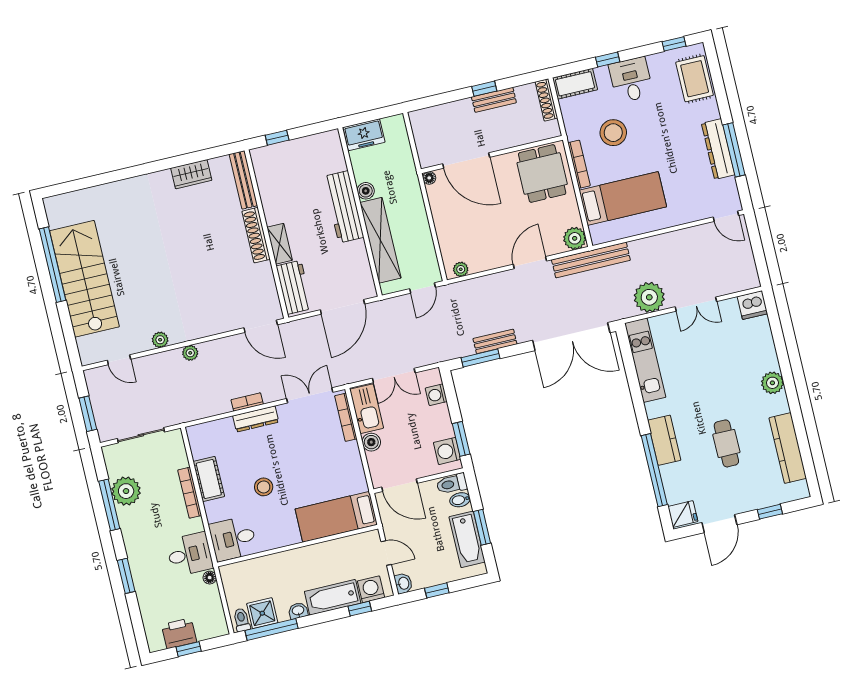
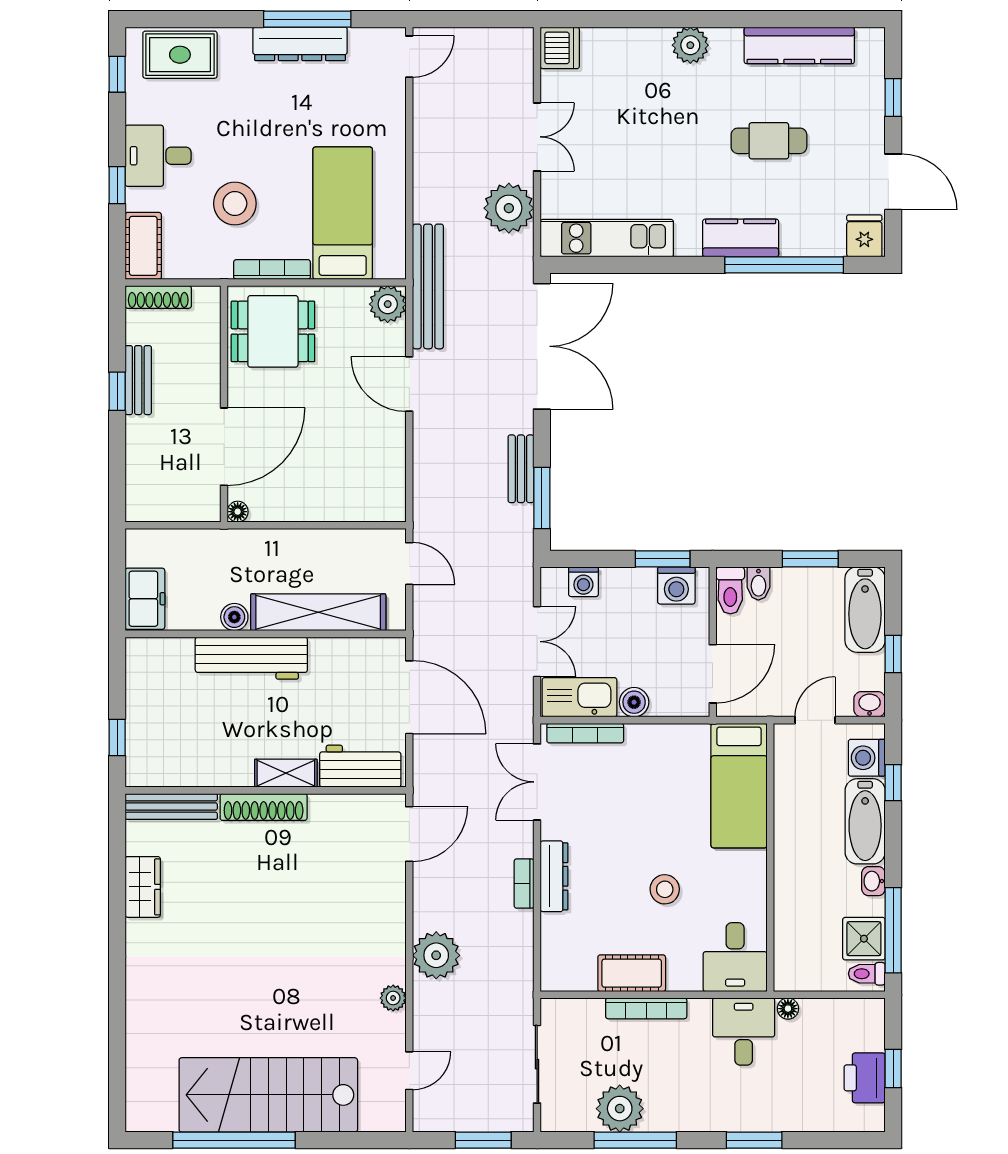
plant: (461, 269) -> (394, 496), removed
plant: (190, 353) -> (436, 955), width x1.87, depth x1.87
bathtub: (467, 539) -> (865, 610), moved, turned 90

